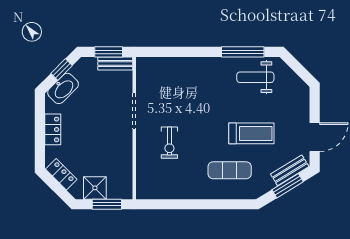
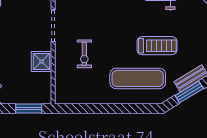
exercise mat: (230, 170) -> (138, 78), width x1.36, depth x1.45
shower: (95, 188) -> (42, 61), moved

